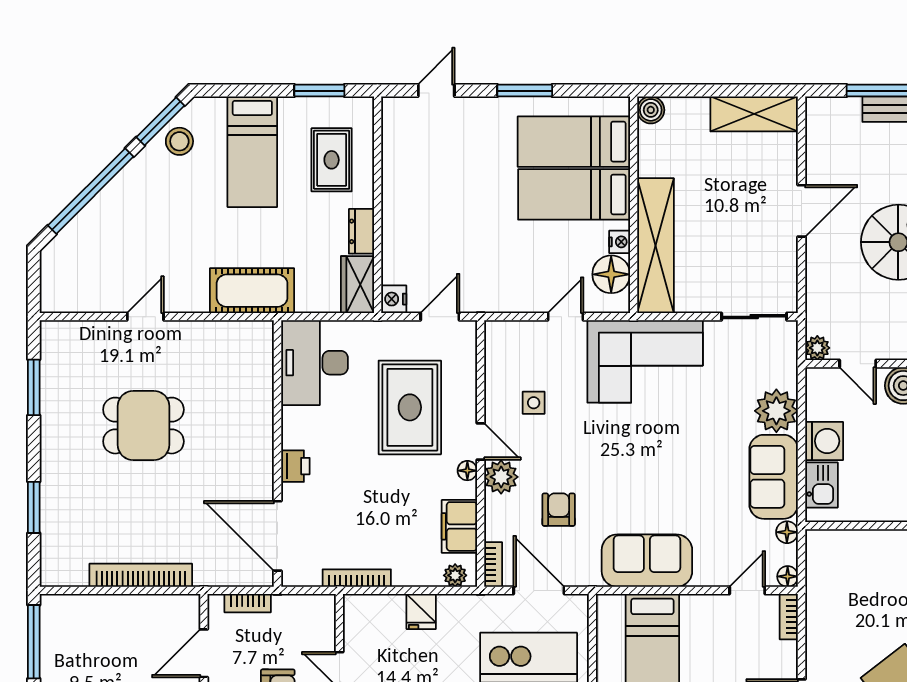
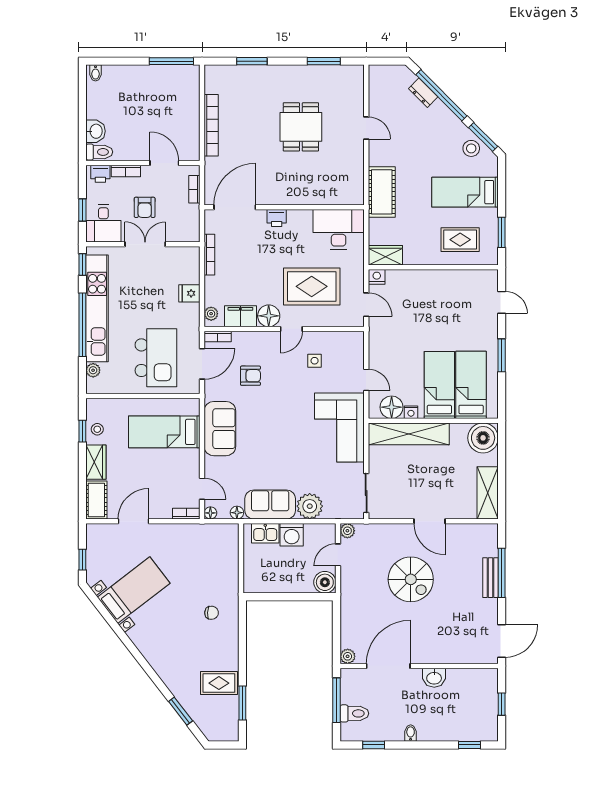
boiler: (651, 110) -> (483, 438), width x1.86, depth x1.86
dresser: (361, 231) -> (423, 93), moved, turned -135
floor lamp: (467, 471) -> (269, 316), width x1.89, depth x1.89
plant: (501, 477) -> (270, 341), removed

